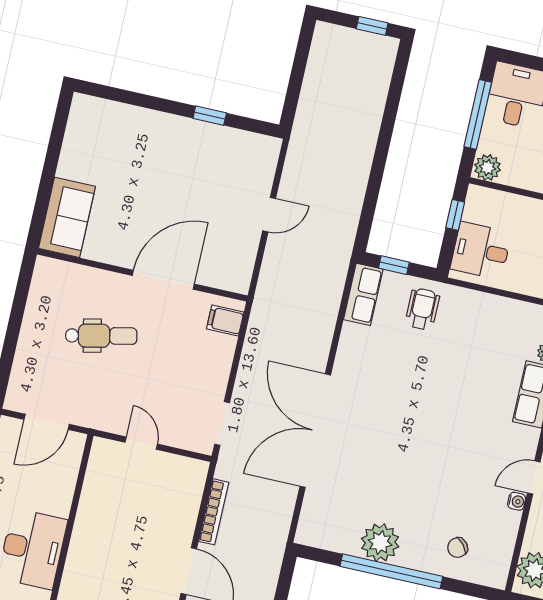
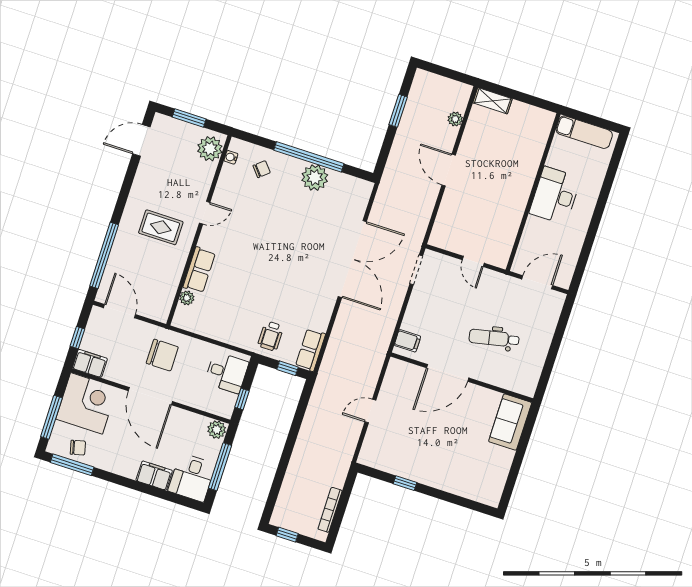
water cooler: (517, 501) -> (231, 157), moved
bookcase: (214, 512) -> (330, 510), moved

